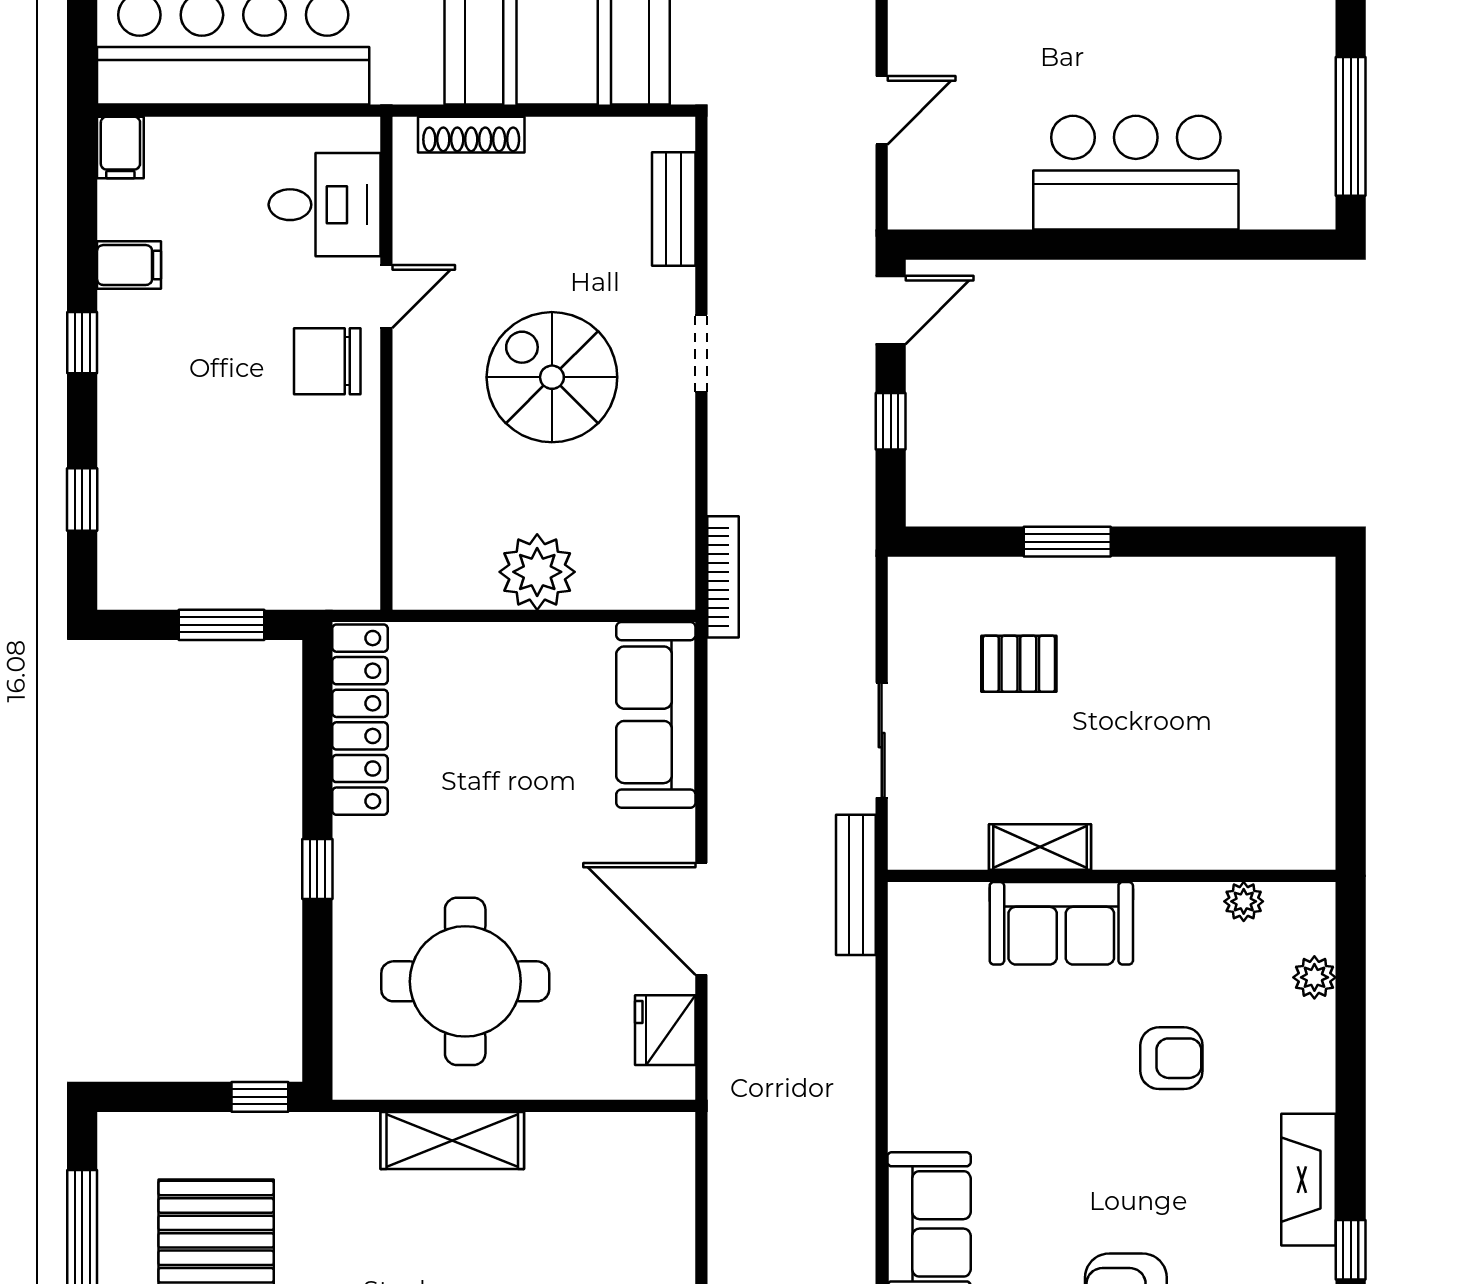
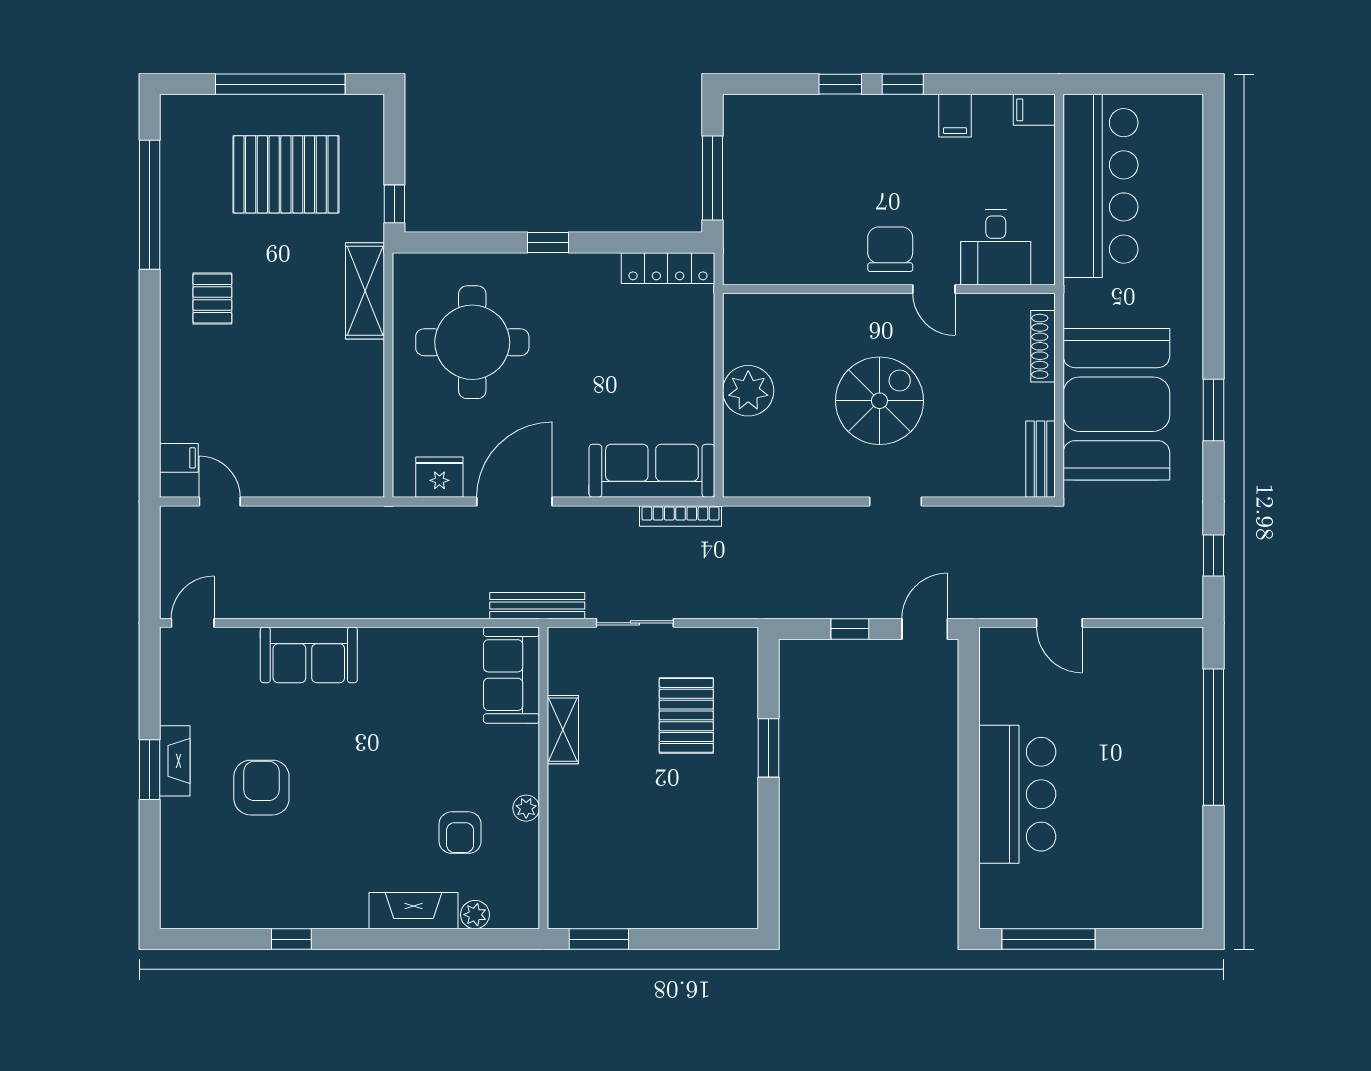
bench: (674, 209) -> (1040, 459), moved, turned 90
door: (891, 310) -> (925, 629), swing flipped
window: (82, 500) -> (840, 84), moved
bookcase: (723, 577) -> (681, 516), moved
window: (222, 625) -> (713, 178), width x1.44
pallet: (1019, 664) -> (686, 715), width x1.50, depth x1.42
locker: (360, 720) -> (668, 268), width x0.71, depth x0.83
window: (1351, 794) -> (599, 939), added
plant: (1244, 901) -> (526, 808), moved
sofa: (1061, 923) -> (511, 675), moved
armchair: (1171, 1058) -> (460, 833), moved
shelving: (452, 1141) -> (365, 291), moved
fireplace: (1309, 1180) -> (413, 911), moved

